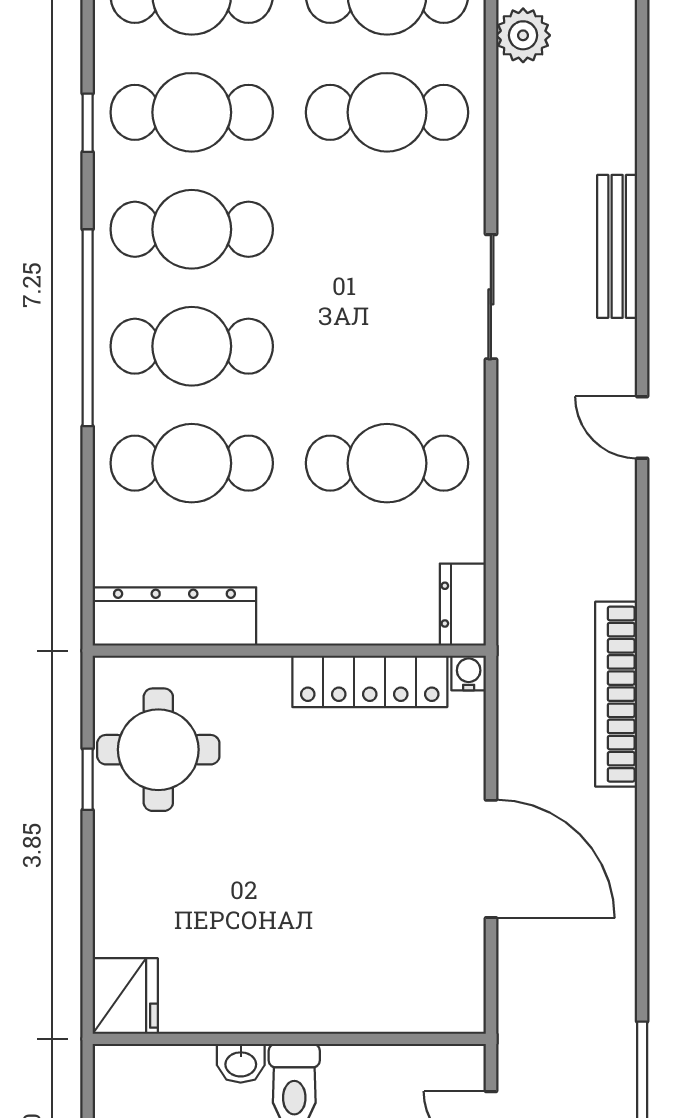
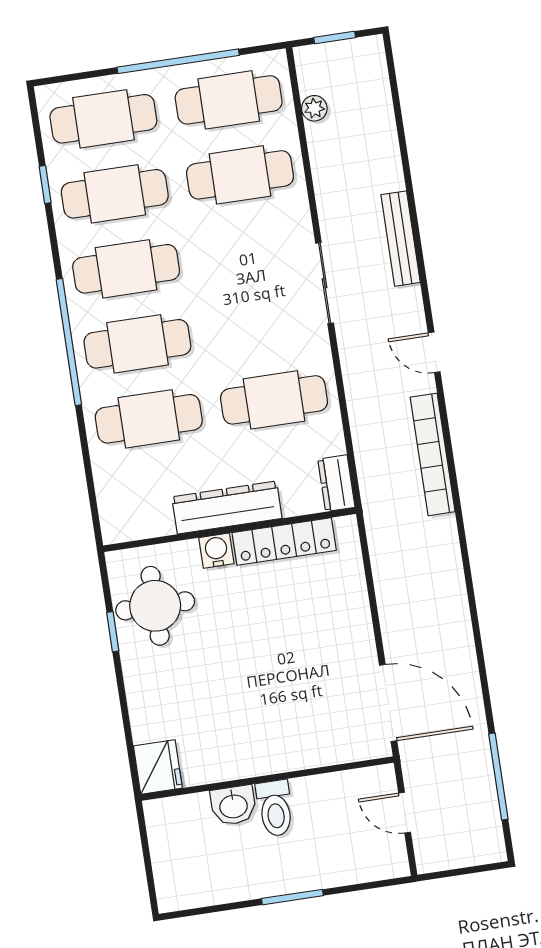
plant: (523, 35) -> (314, 108), width x0.73, depth x0.73
window: (88, 123) -> (45, 184), moved
dresser: (174, 616) -> (227, 508), moved
water cooler: (469, 673) -> (216, 551), moved, width x1.38, depth x1.38
bookcase: (616, 694) -> (433, 454), moved
door: (491, 859) -> (388, 703), moved
washbasin: (241, 1063) -> (233, 805), width x1.38, depth x1.45

